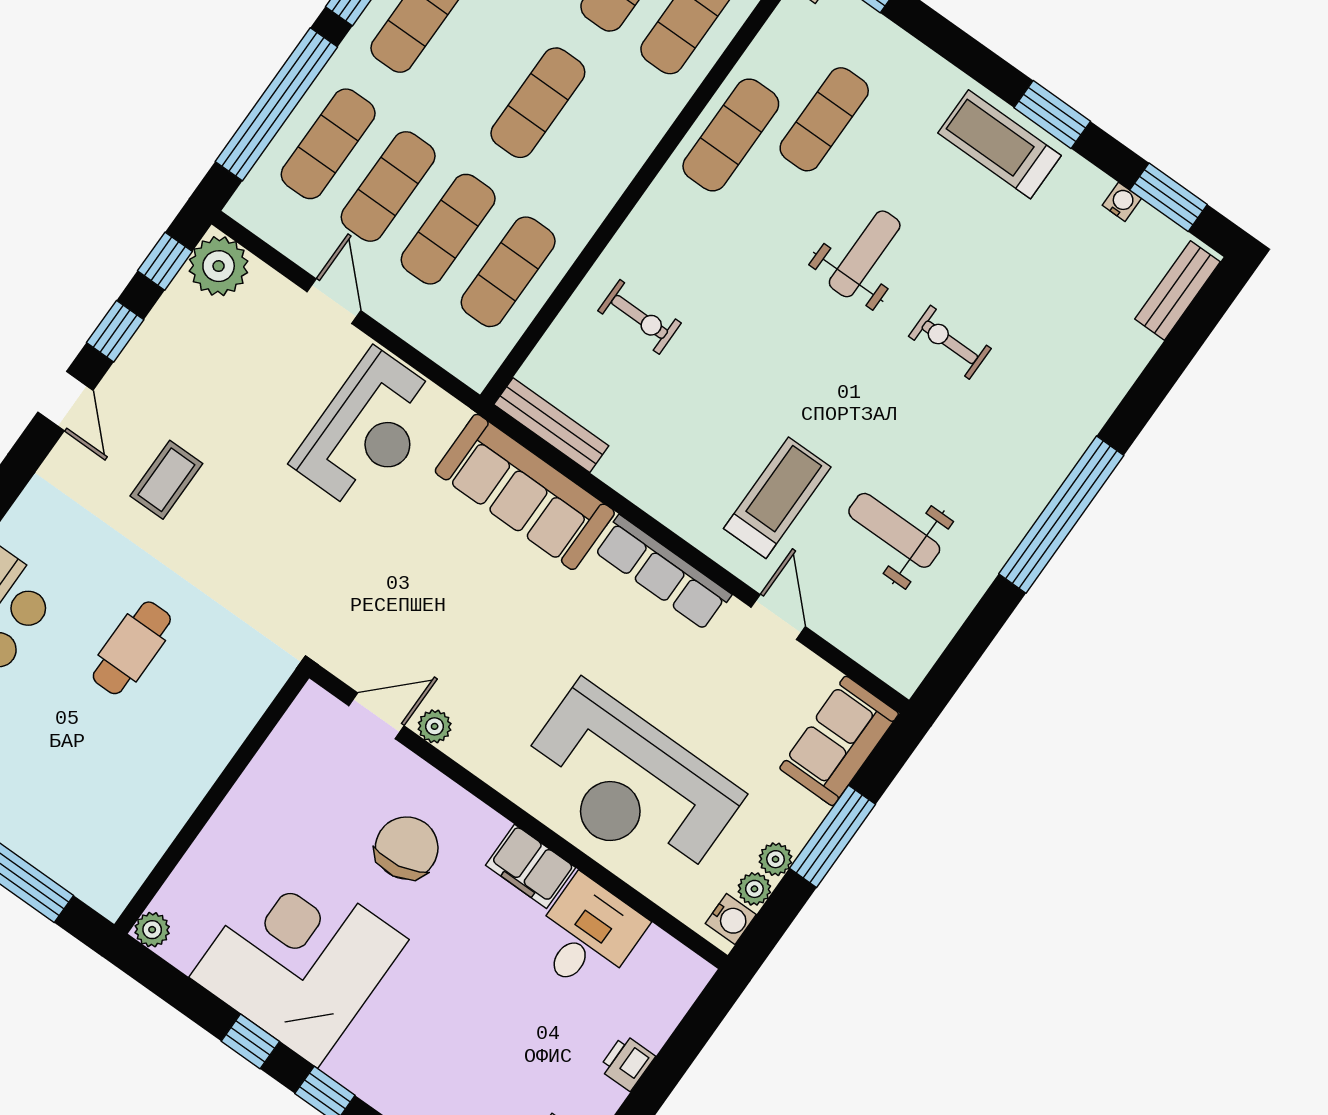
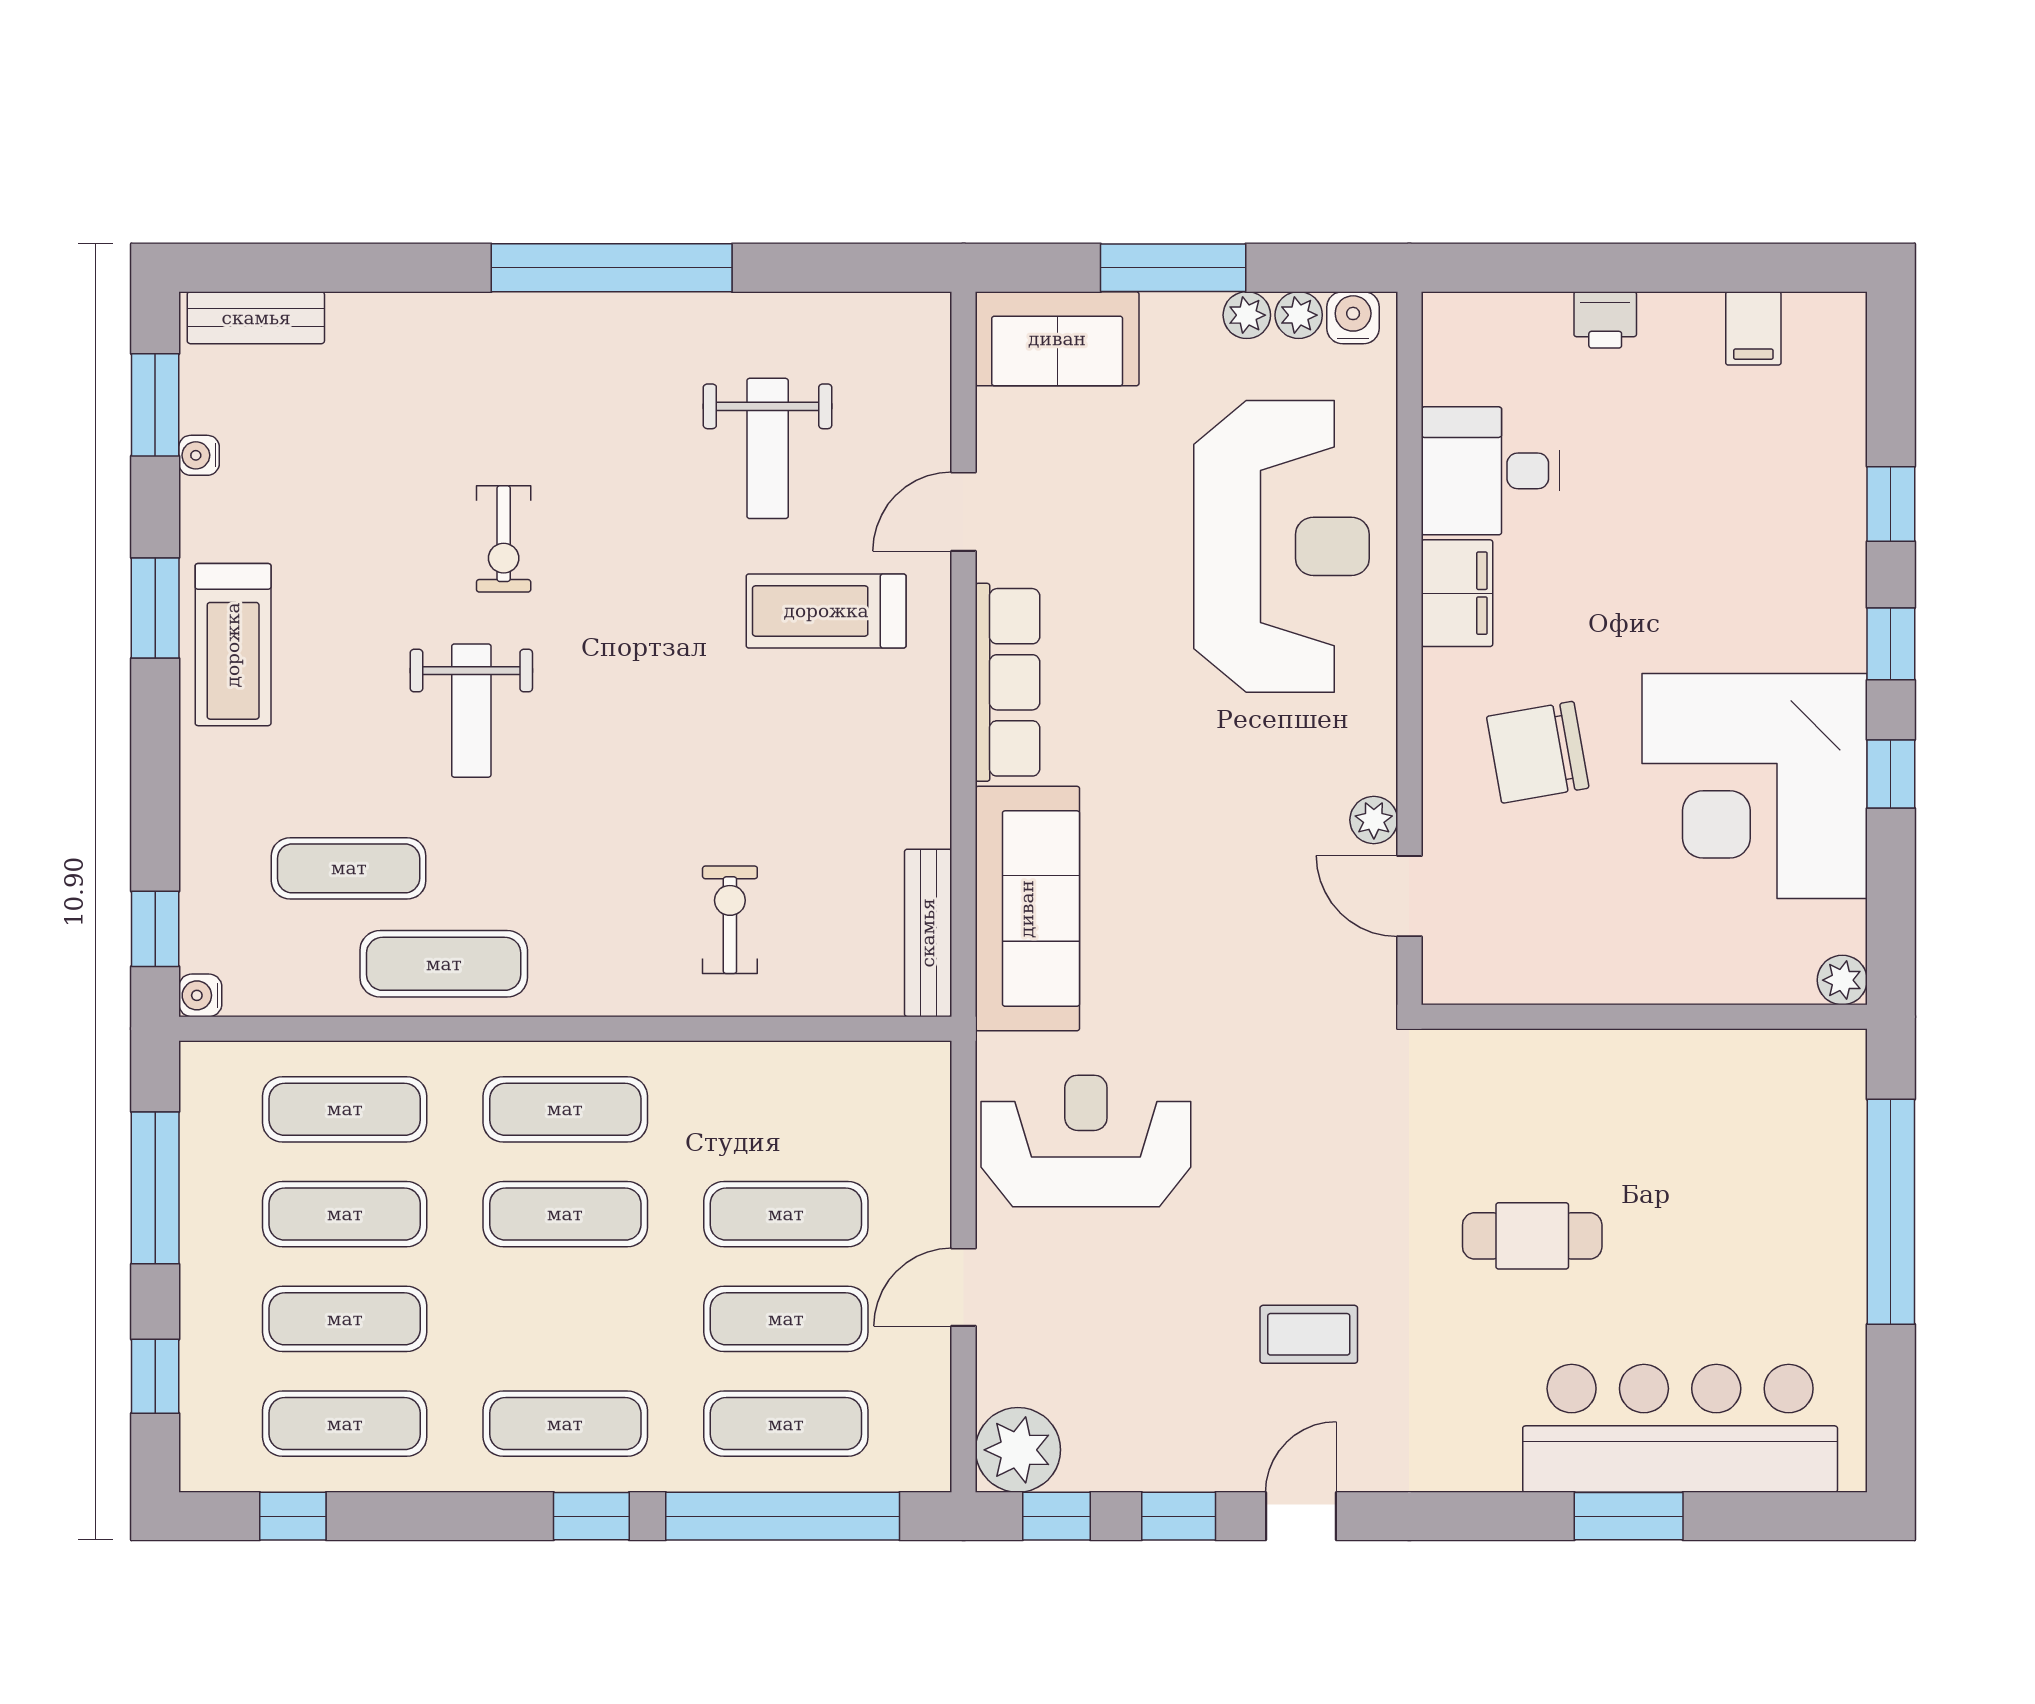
weight bench: (865, 254) -> (471, 711), turned -90
exercise mat: (508, 272) -> (565, 1109), moved

